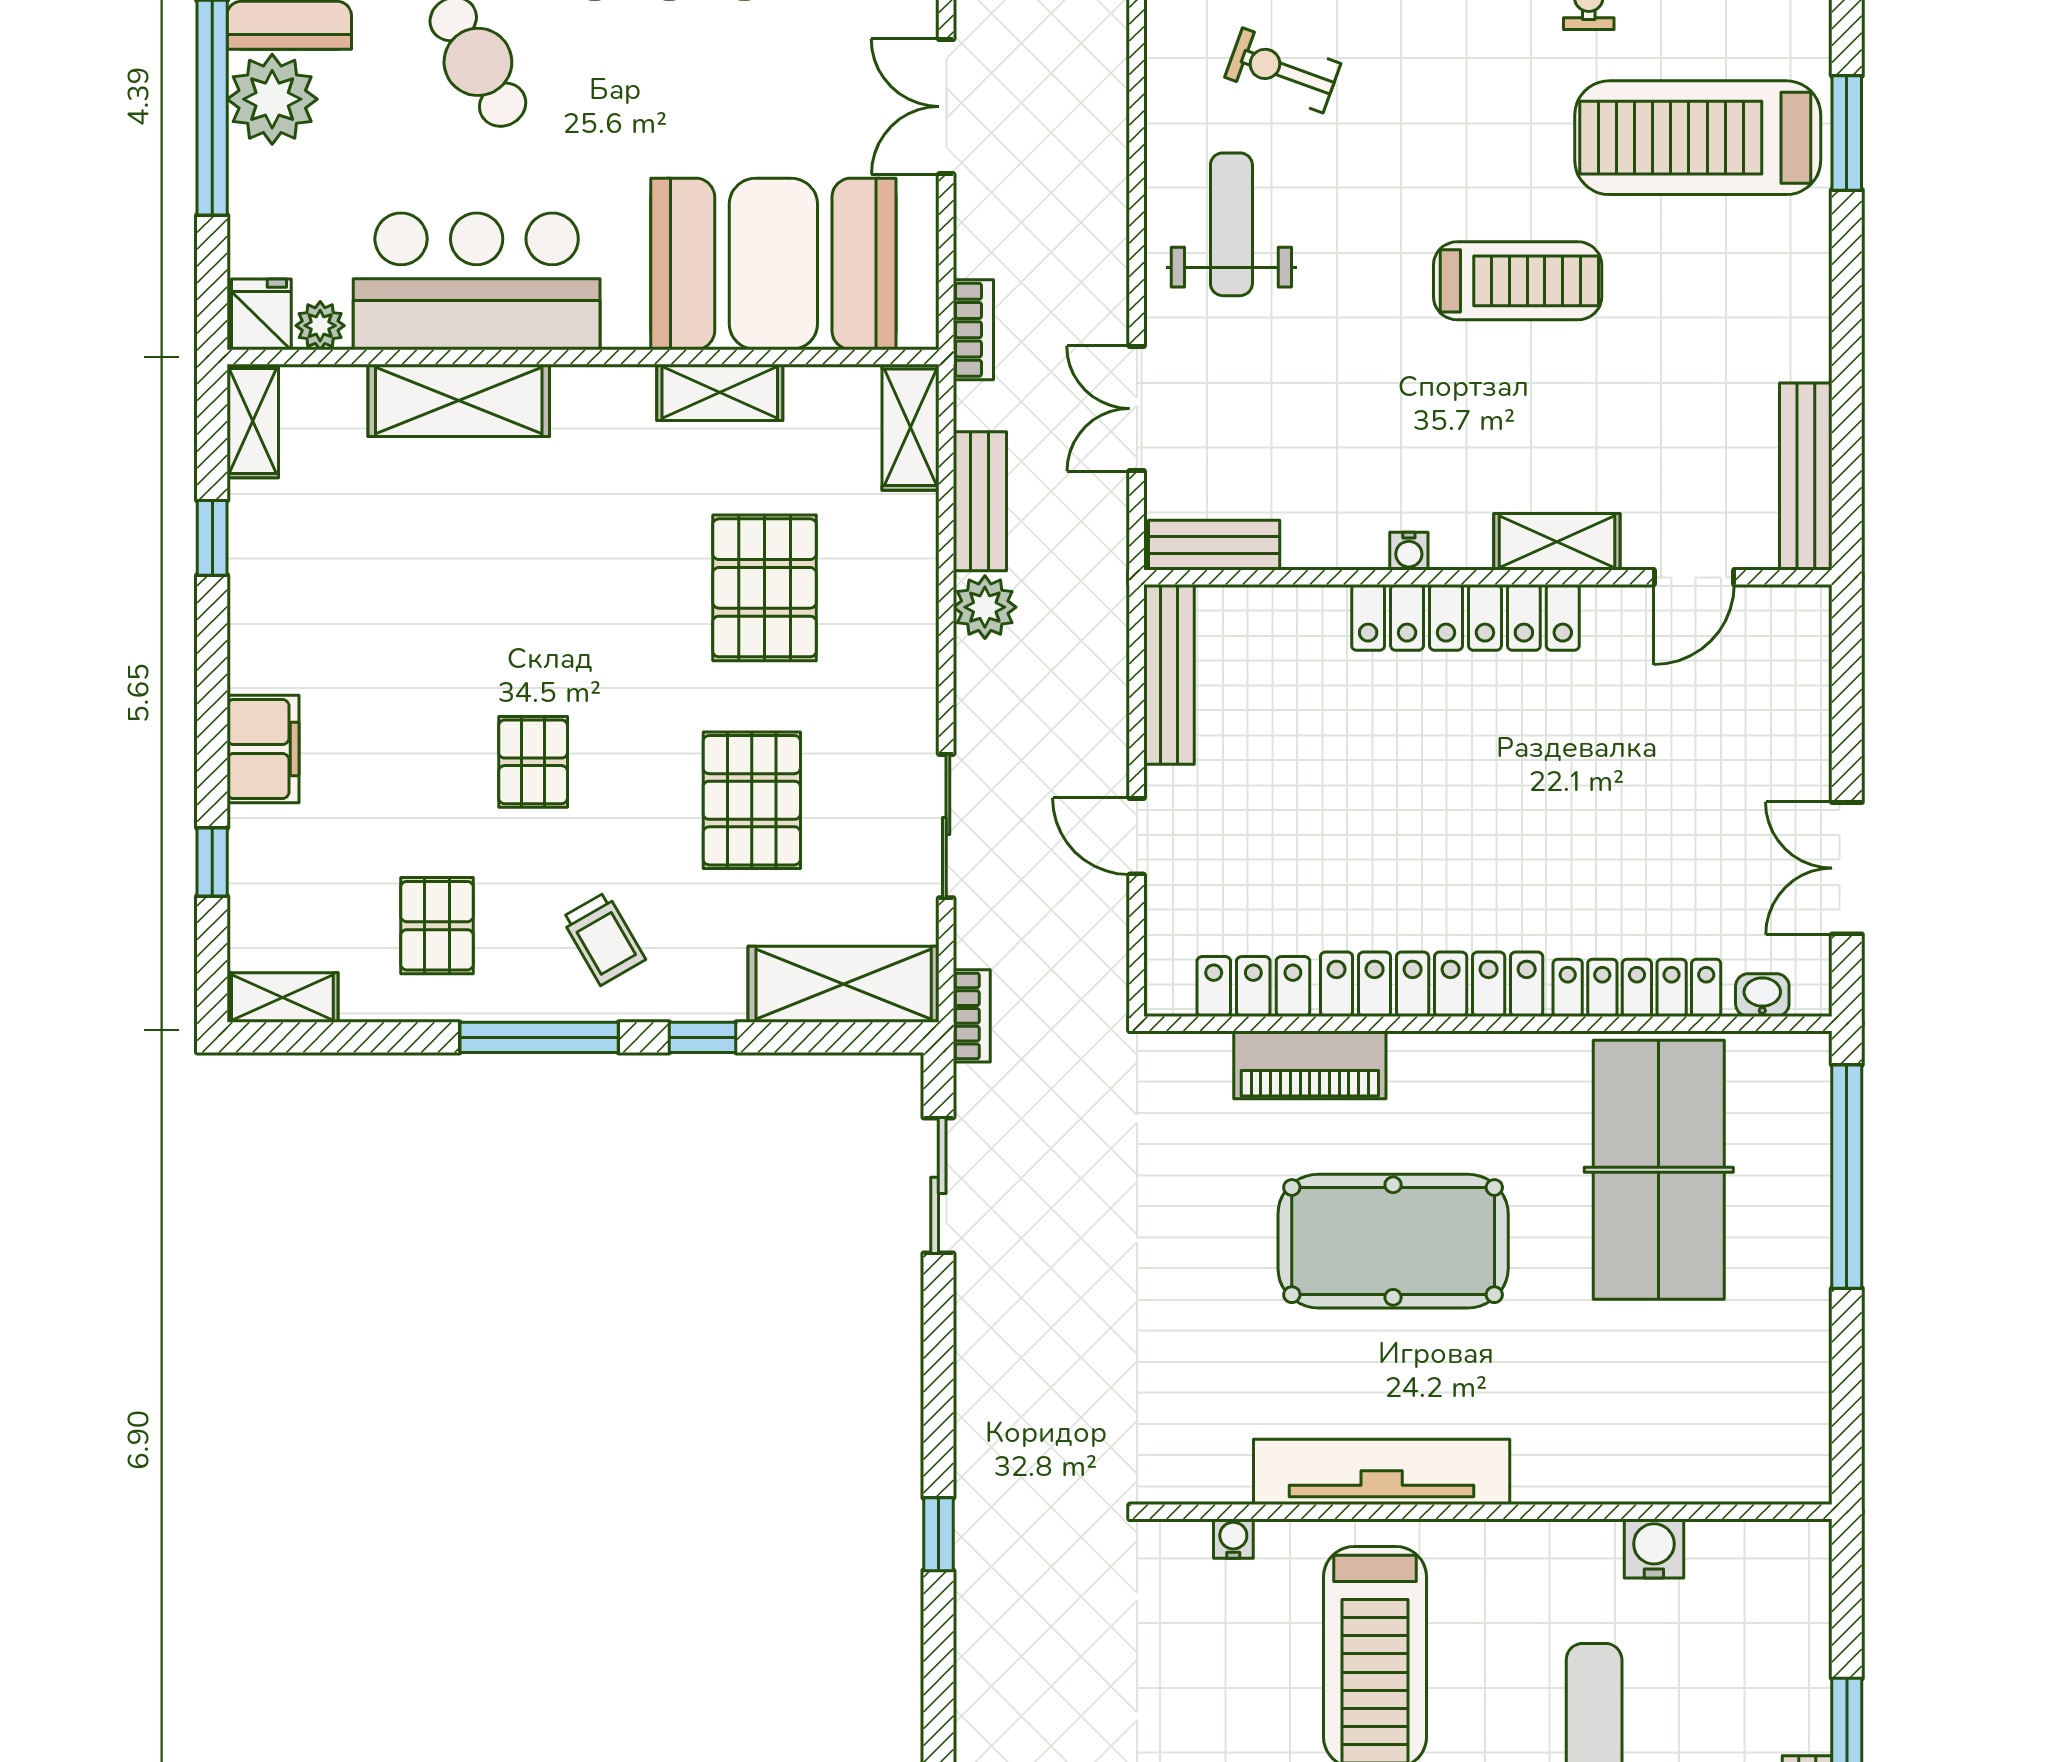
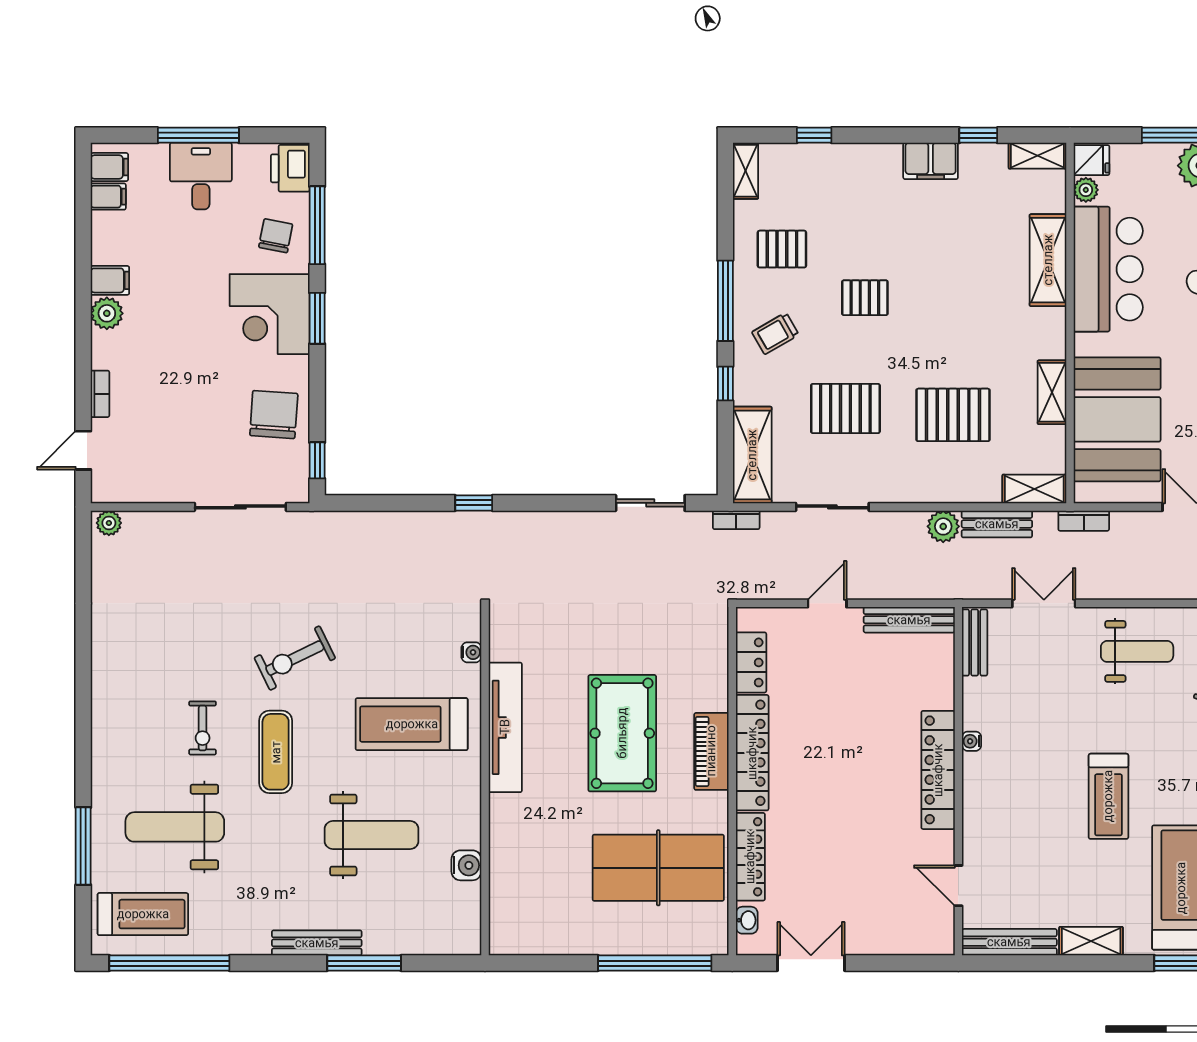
shelving: (1557, 542) -> (1091, 941), moved, turned 90
filing cabinet: (263, 749) -> (931, 161), moved
piano: (1310, 1065) -> (711, 751), moved

